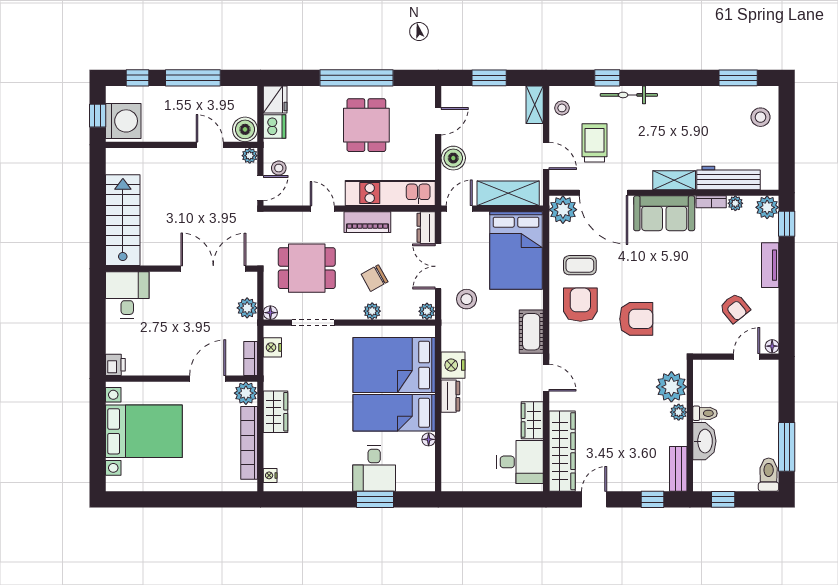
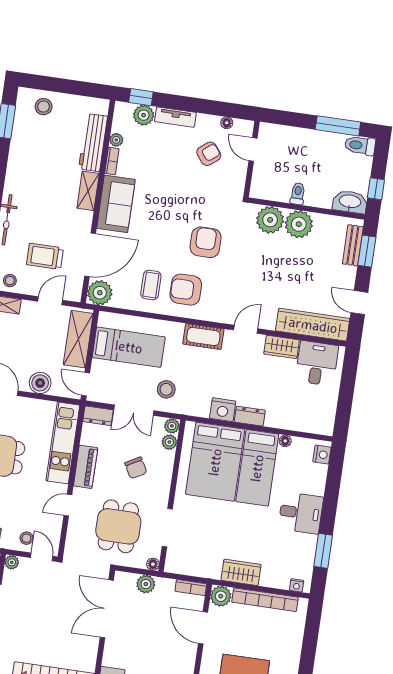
plant: (767, 207) -> (144, 115), moved
bed: (516, 251) -> (129, 347), width x0.67
plant: (372, 311) -> (169, 442), moved
floor lamp: (772, 346) -> (227, 123), moved
nightstand: (272, 347) -> (322, 455), moved, turned -90
plant: (679, 412) -> (299, 224), width x1.88, depth x1.88
washbasin: (704, 441) -> (350, 202), moved
desk: (374, 468) -> (301, 513), moved
bench: (678, 469) -> (353, 245), moved, turned 90
window: (375, 499) -> (323, 551), moved
window: (652, 499) -> (367, 251), width x1.50

